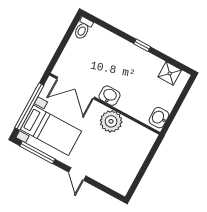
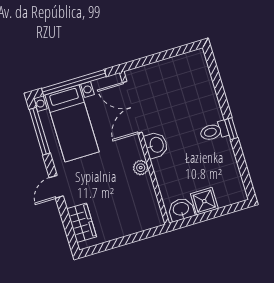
toilet: (83, 29) -> (214, 131), moved
shower: (170, 73) -> (204, 201), moved
plant: (111, 121) -> (141, 168), width x0.53, depth x0.53
wardrobe: (111, 180) -> (82, 223), added

